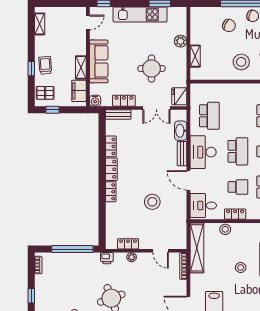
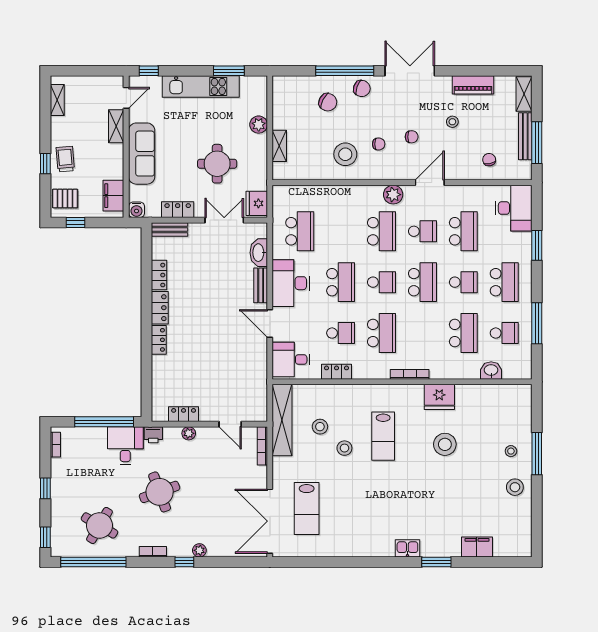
shelving: (81, 67) -> (116, 126), moved
double door: (156, 108) -> (224, 220), swing flipped
stool: (152, 202) -> (218, 354), removed
stool: (225, 229) -> (320, 427), moved
desk: (87, 266) -> (125, 446), added

